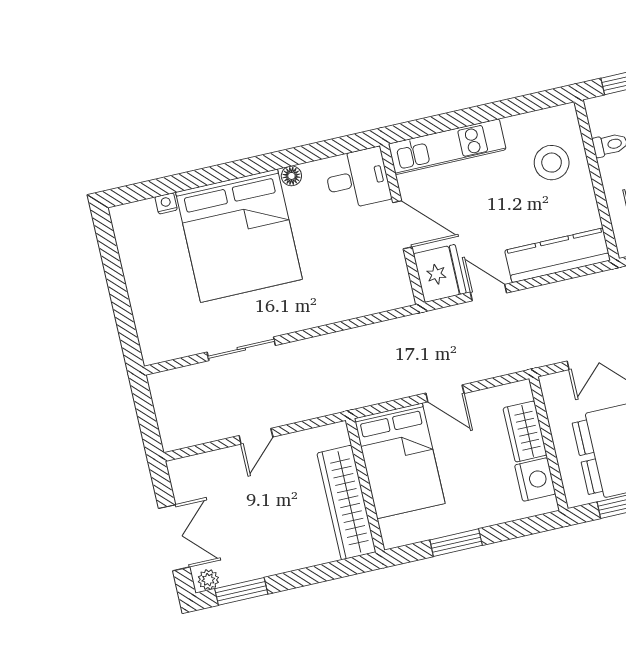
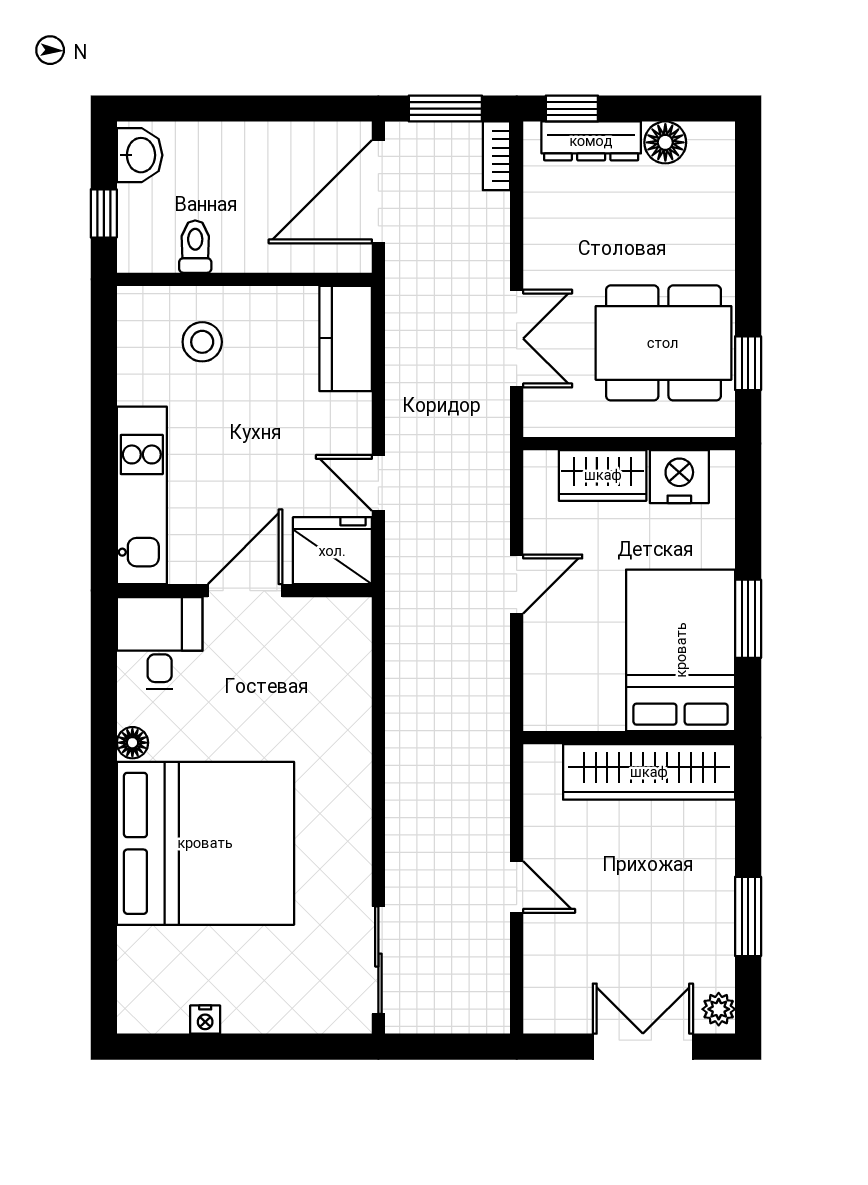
stool: (552, 163) -> (202, 342), width x0.73, depth x0.73
nightstand: (166, 203) -> (205, 1020), moved, turned -90
kitchen counter: (558, 255) -> (346, 338), width x0.67
door: (489, 293) -> (378, 483), hinge flipped
sliding door: (241, 349) -> (378, 960), moved
bed: (400, 461) -> (681, 650), moved, turned -90
window: (241, 591) -> (748, 916), moved

